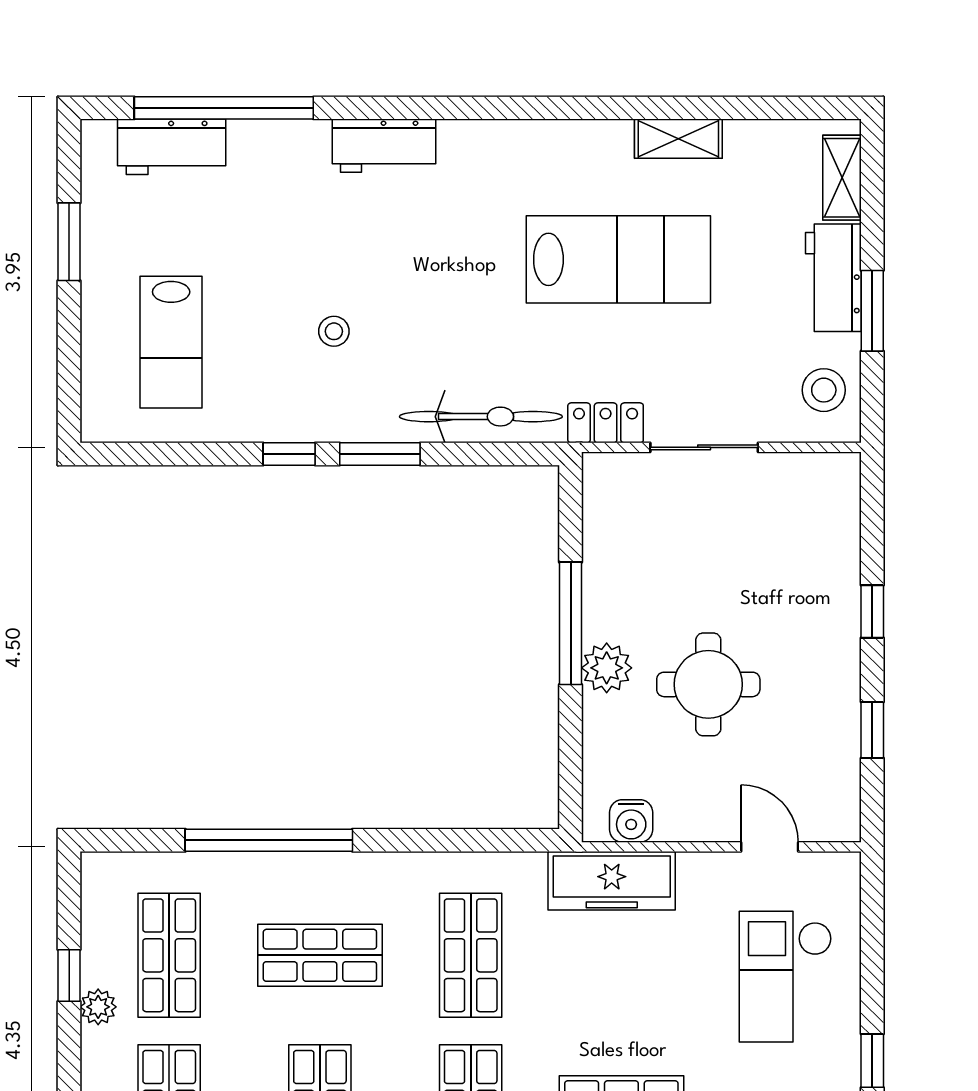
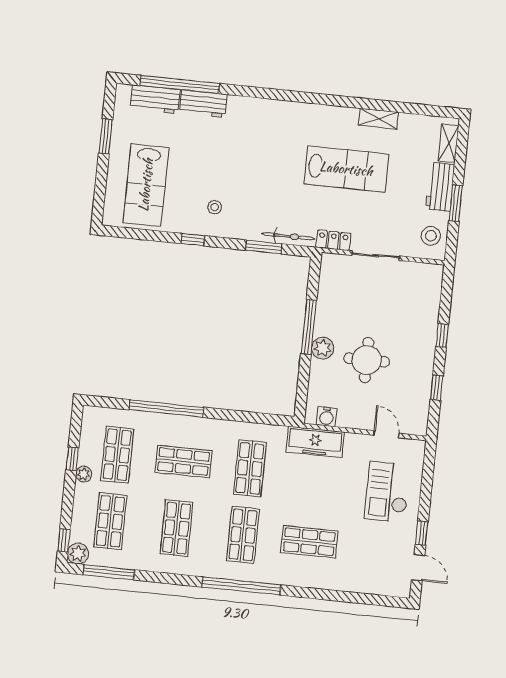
workbench: (384, 146) -> (203, 104), moved
stool: (334, 331) -> (215, 207), moved
lab bench: (171, 342) -> (146, 185), width x1.36, depth x1.39
bicycle: (481, 417) -> (288, 236), width x0.73, depth x0.71
window: (380, 454) -> (264, 247), moved

